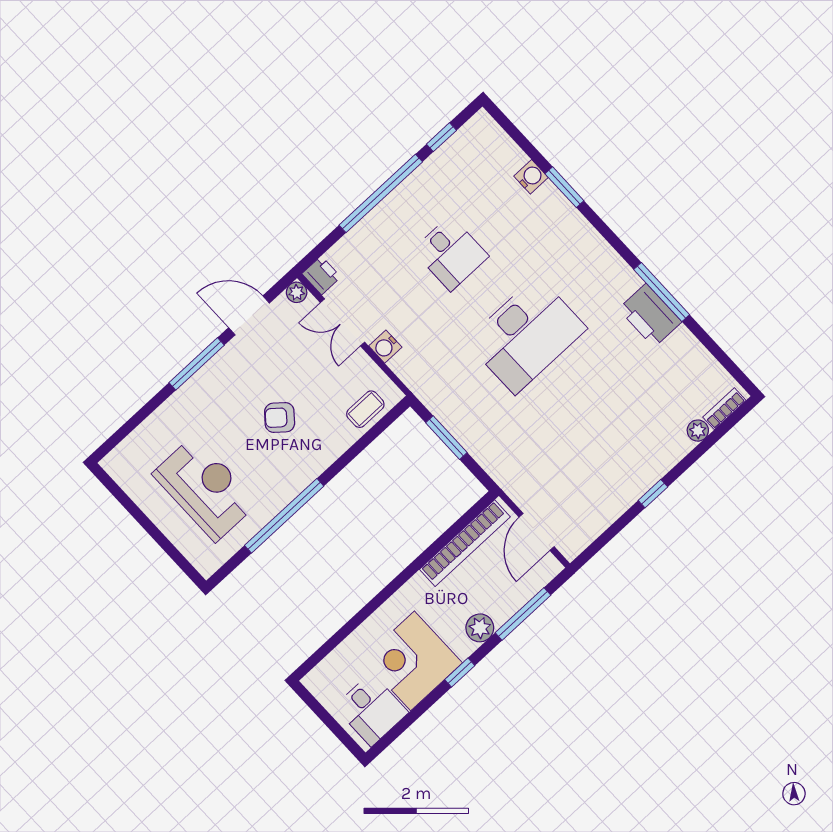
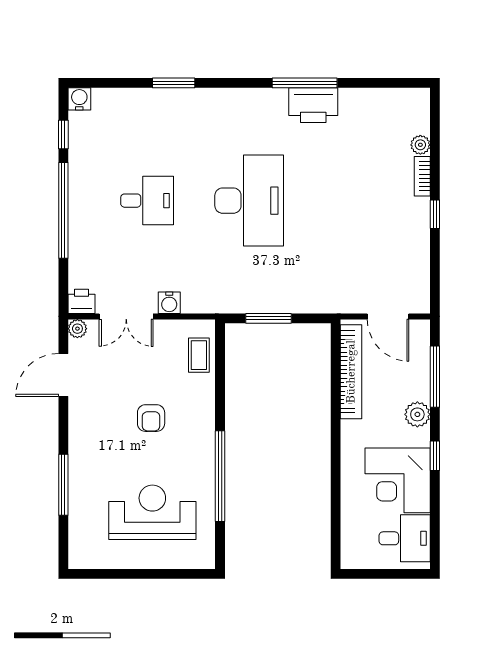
water cooler: (531, 177) -> (79, 99), moved
window: (197, 364) -> (63, 485), moved
bookcase: (724, 409) -> (422, 176), moved
armchair: (280, 418) -> (151, 418), turned -40

